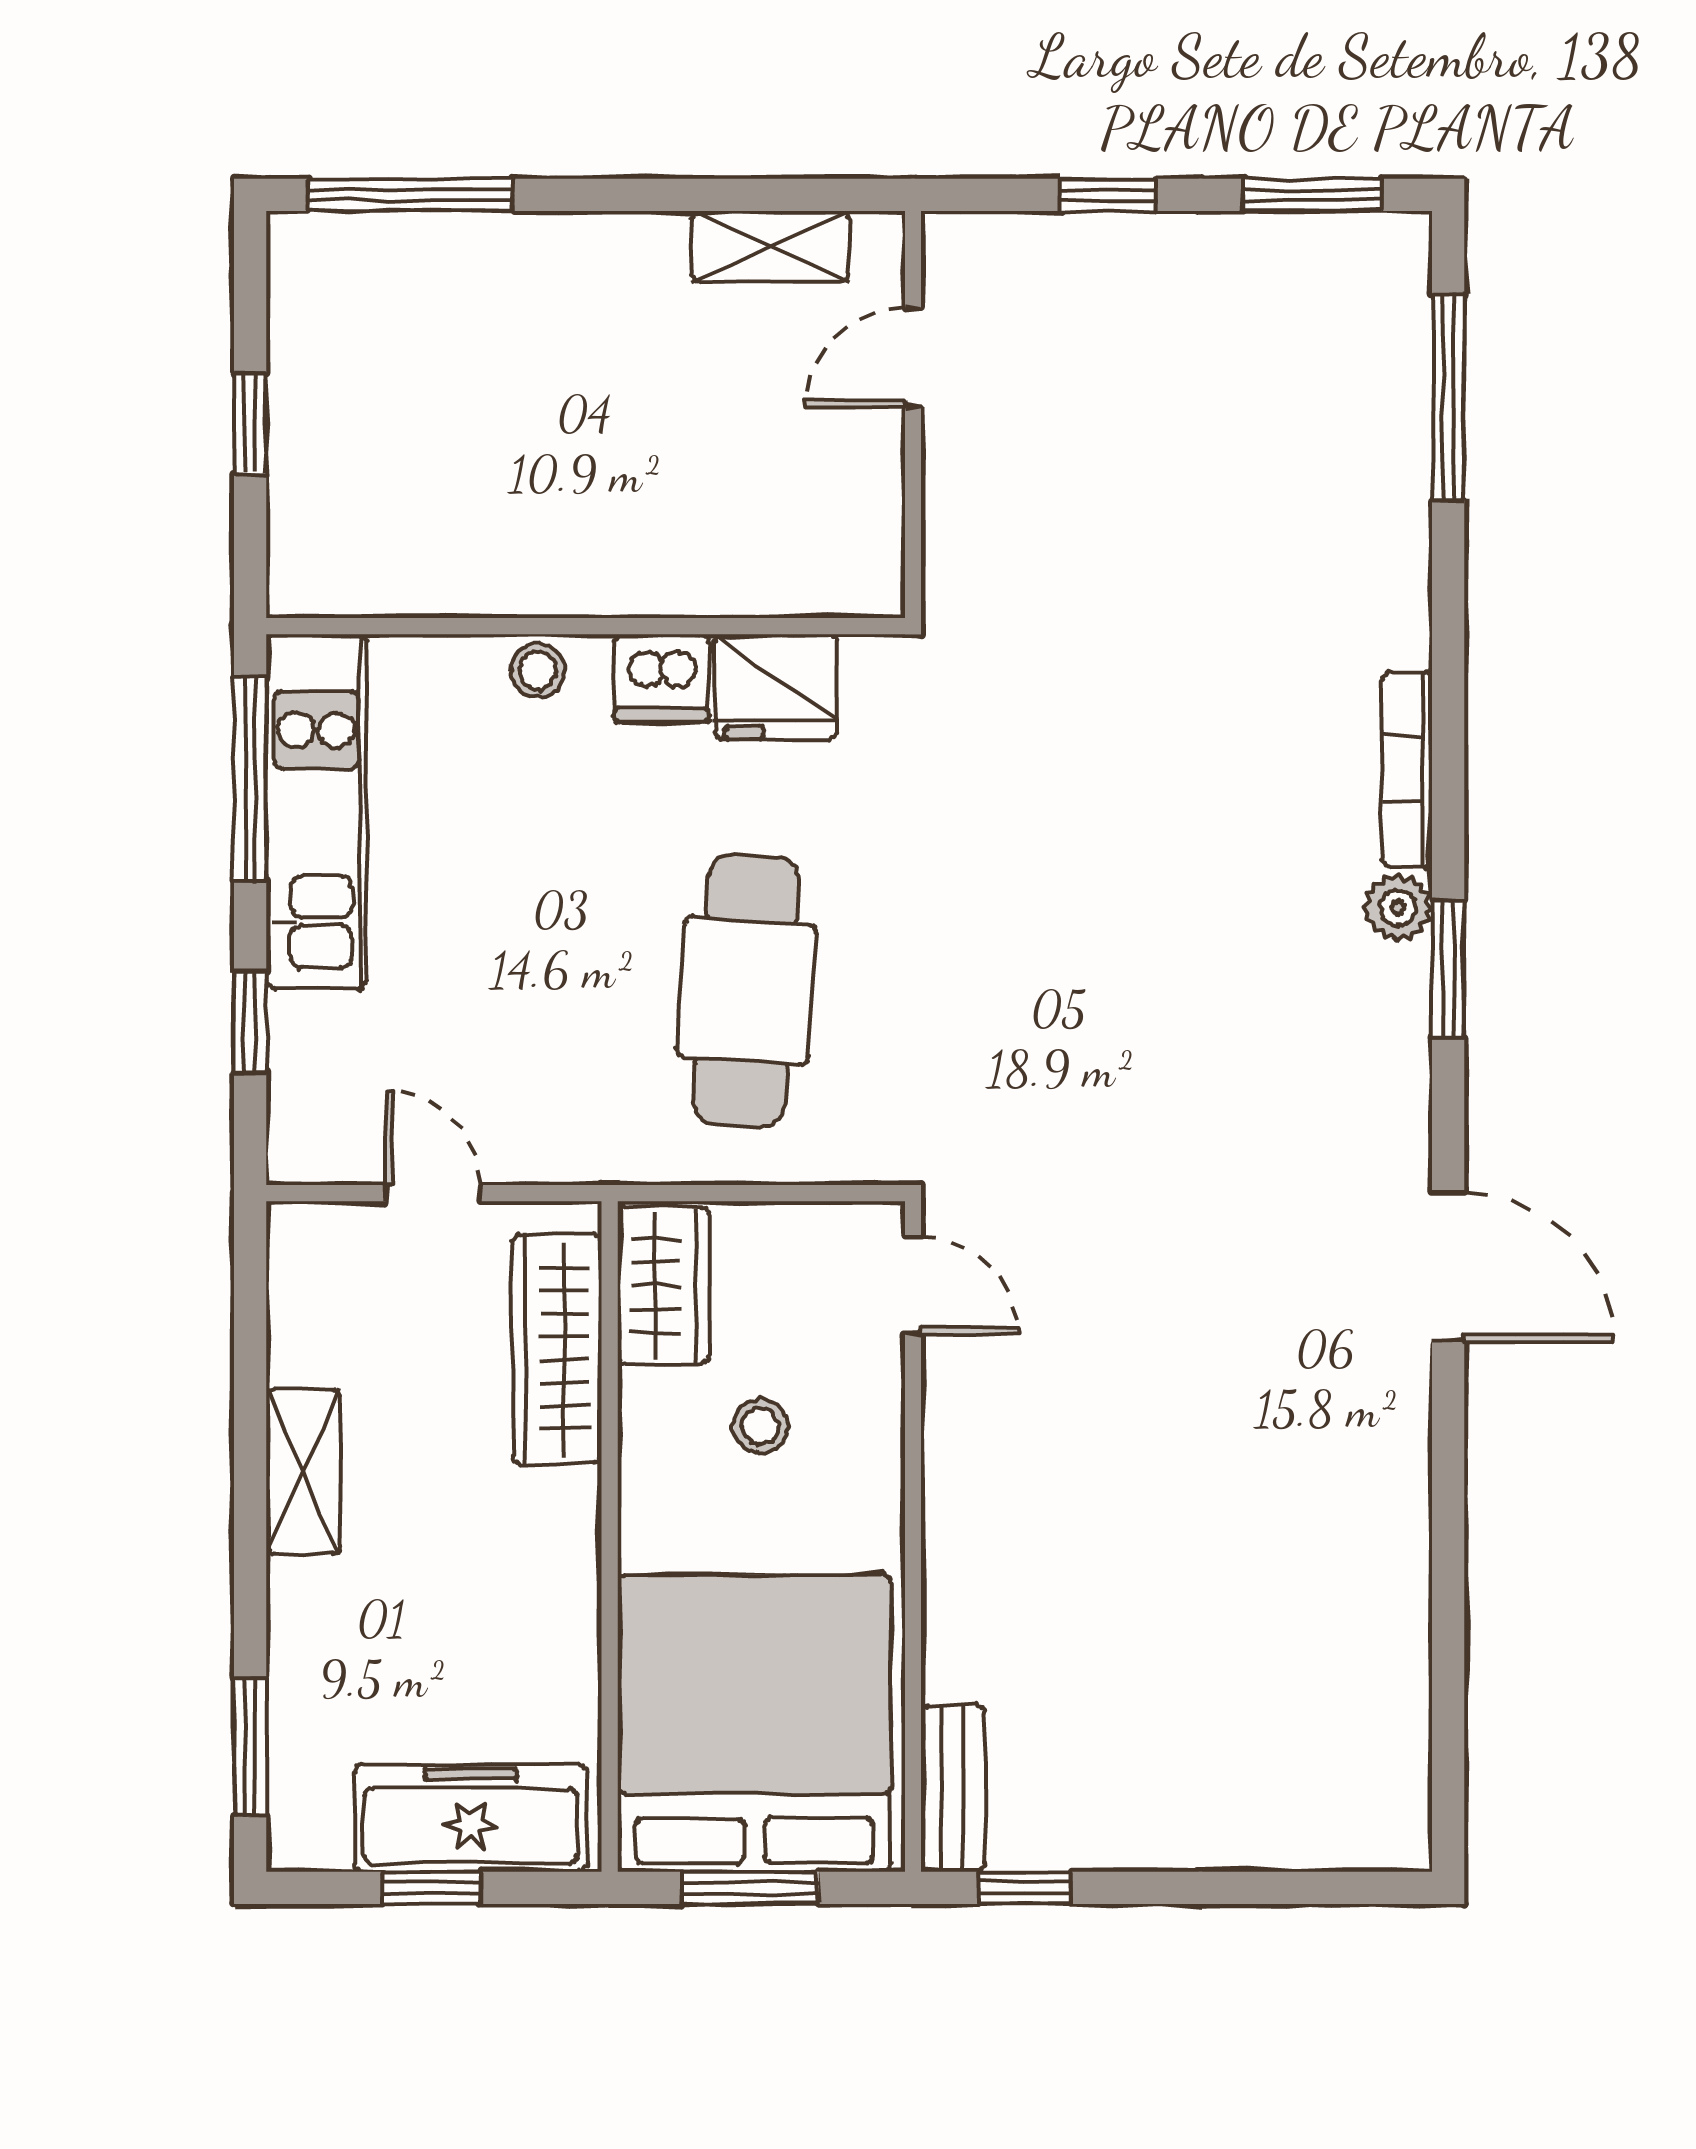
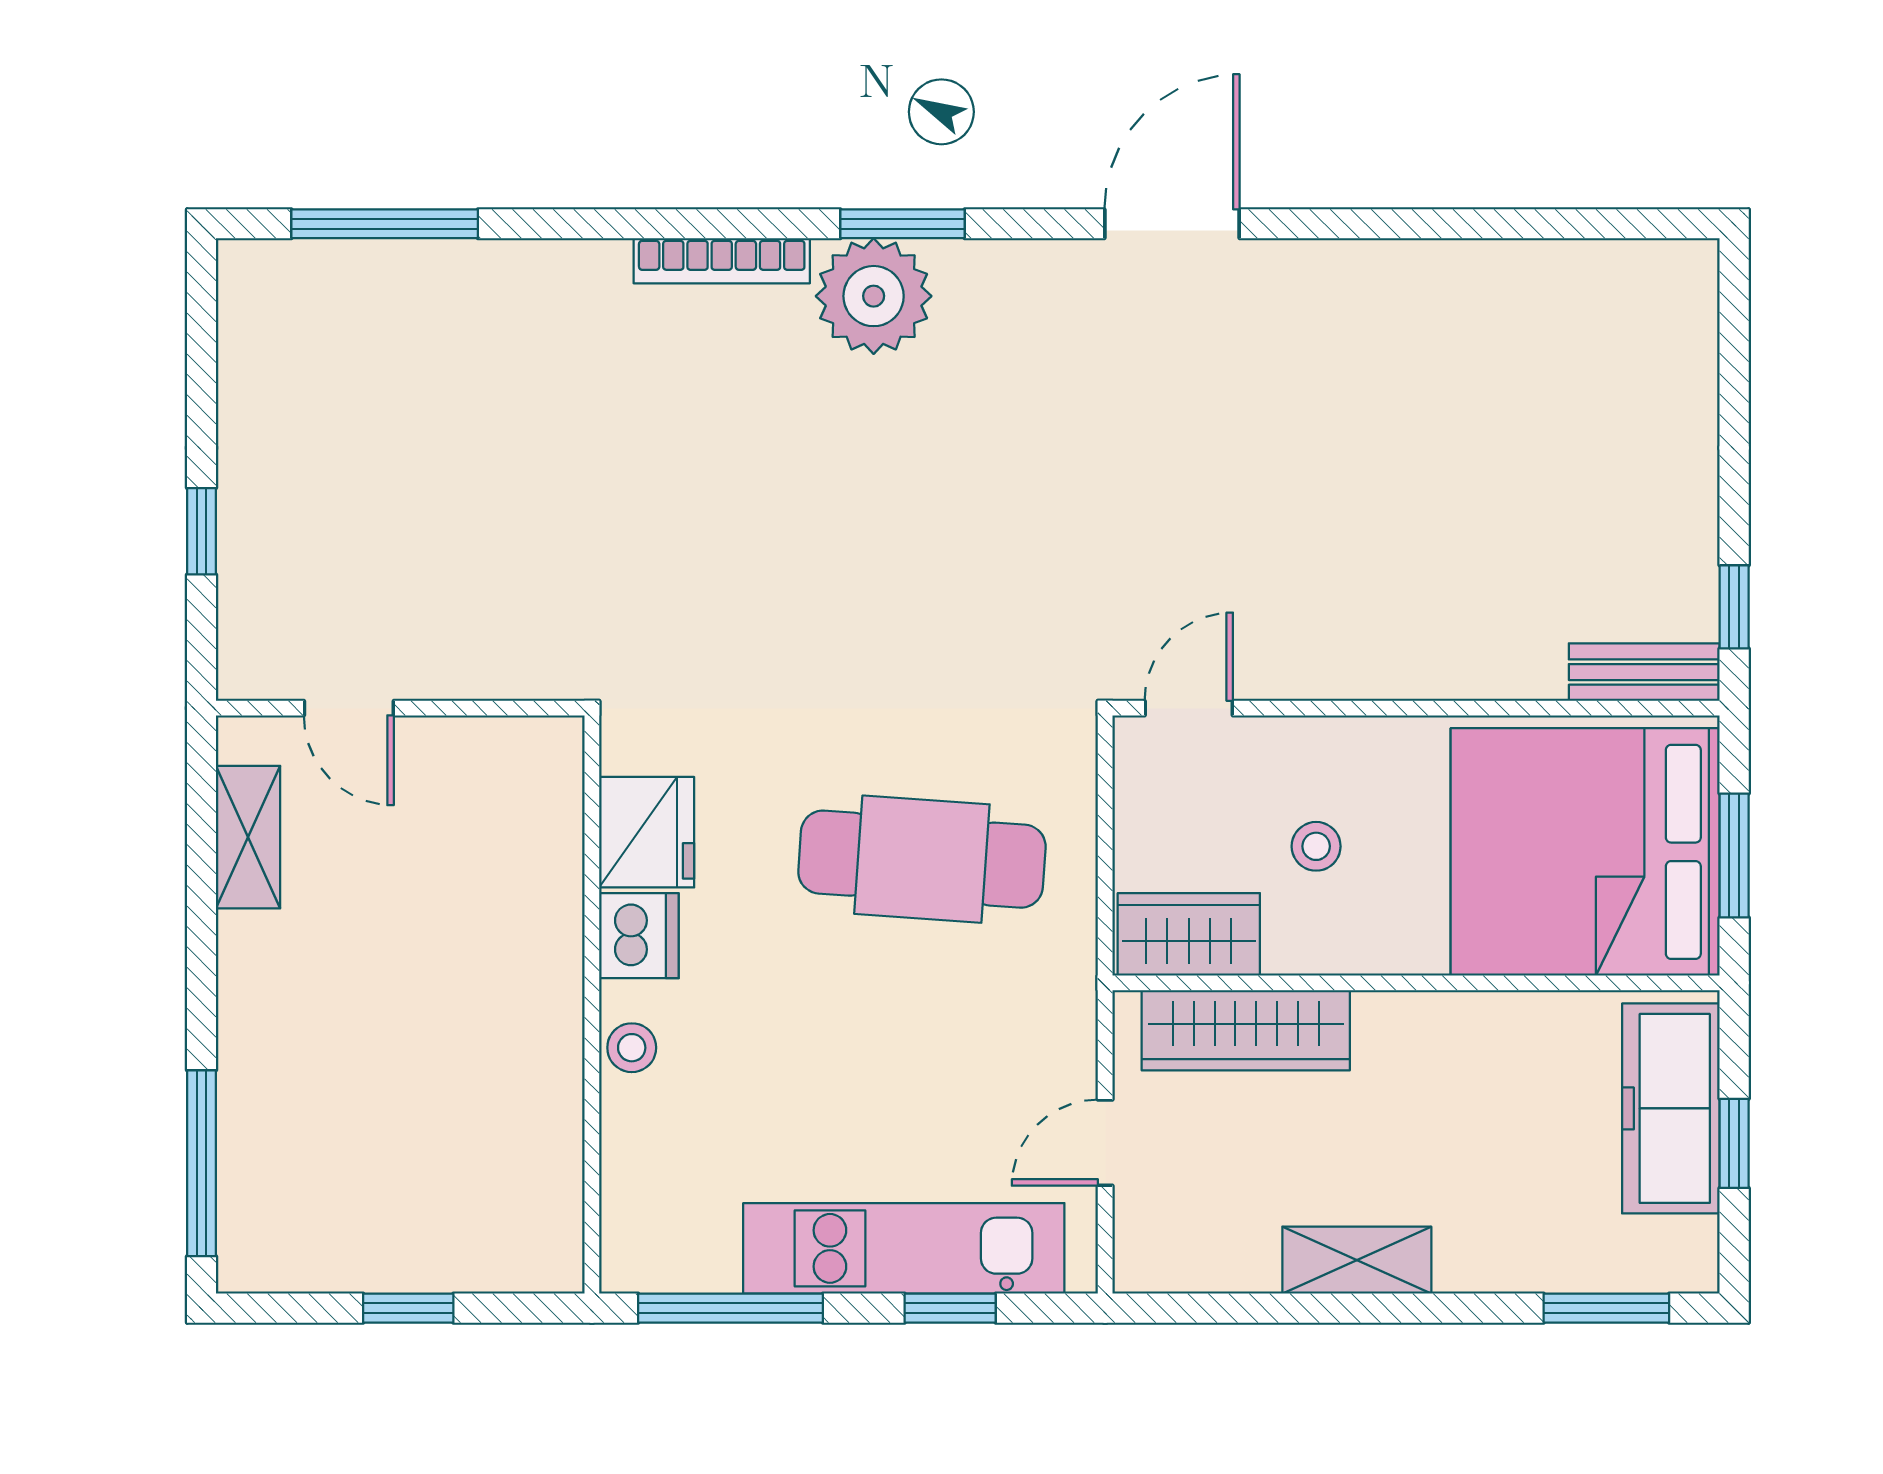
window: (1312, 195) -> (202, 347), removed
kitchen unit: (316, 812) -> (904, 1248), moved
plant: (1398, 908) -> (874, 296), width x1.87, depth x1.87

